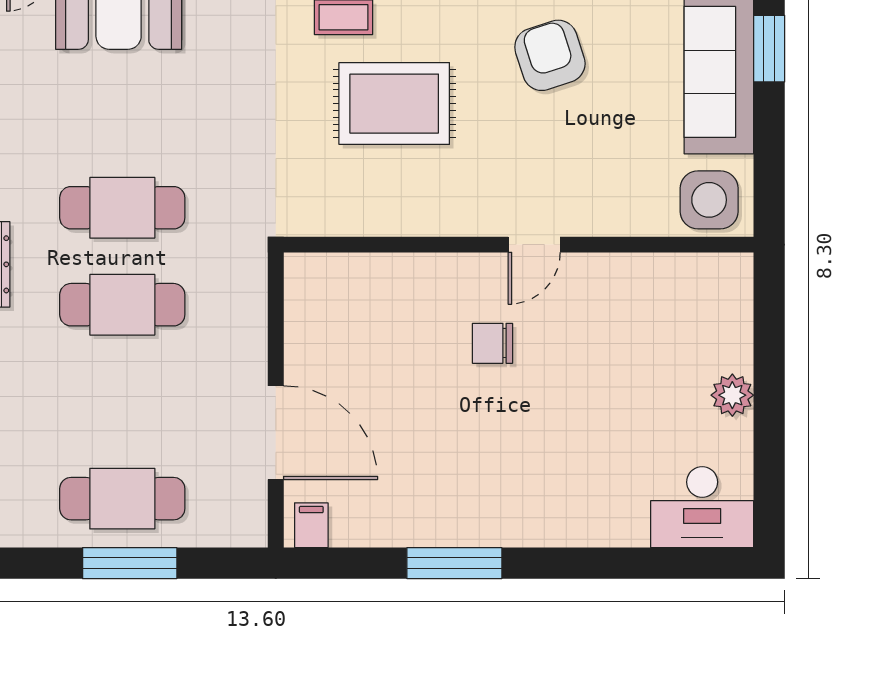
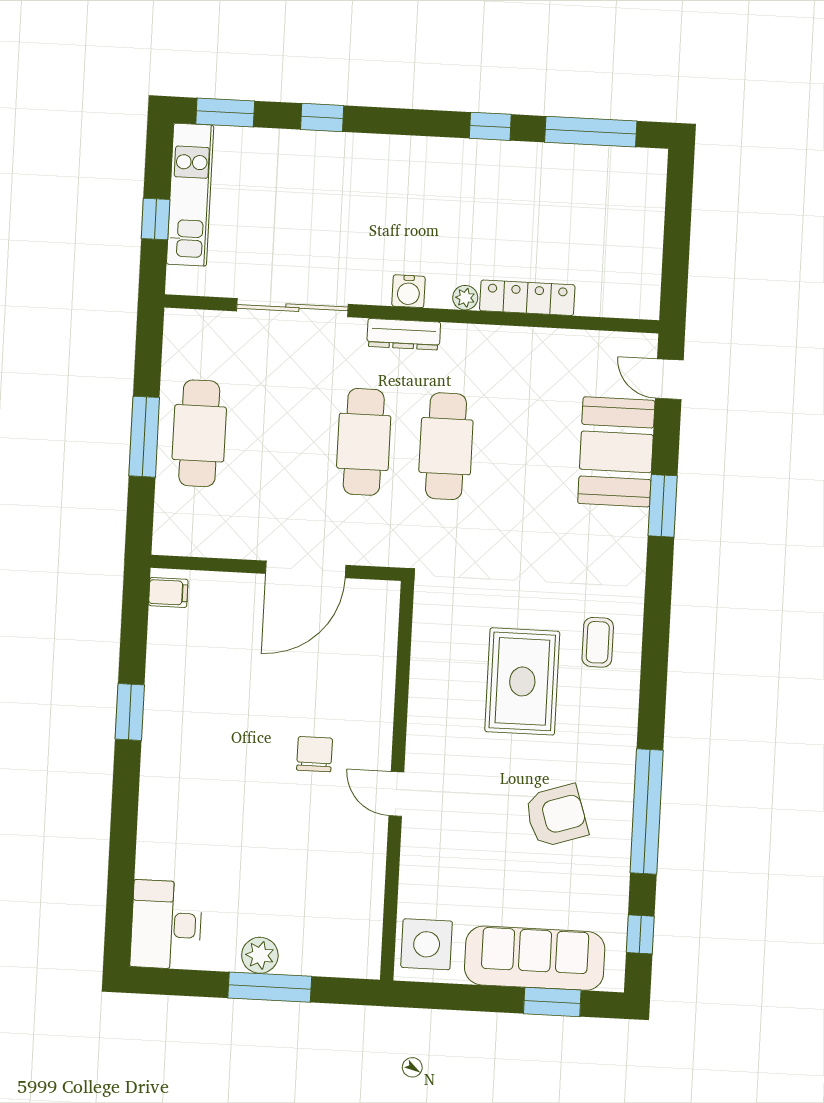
window: (769, 382) -> (270, 987), added
door: (276, 433) -> (306, 569), moved
window: (454, 563) -> (130, 712), width x0.69

